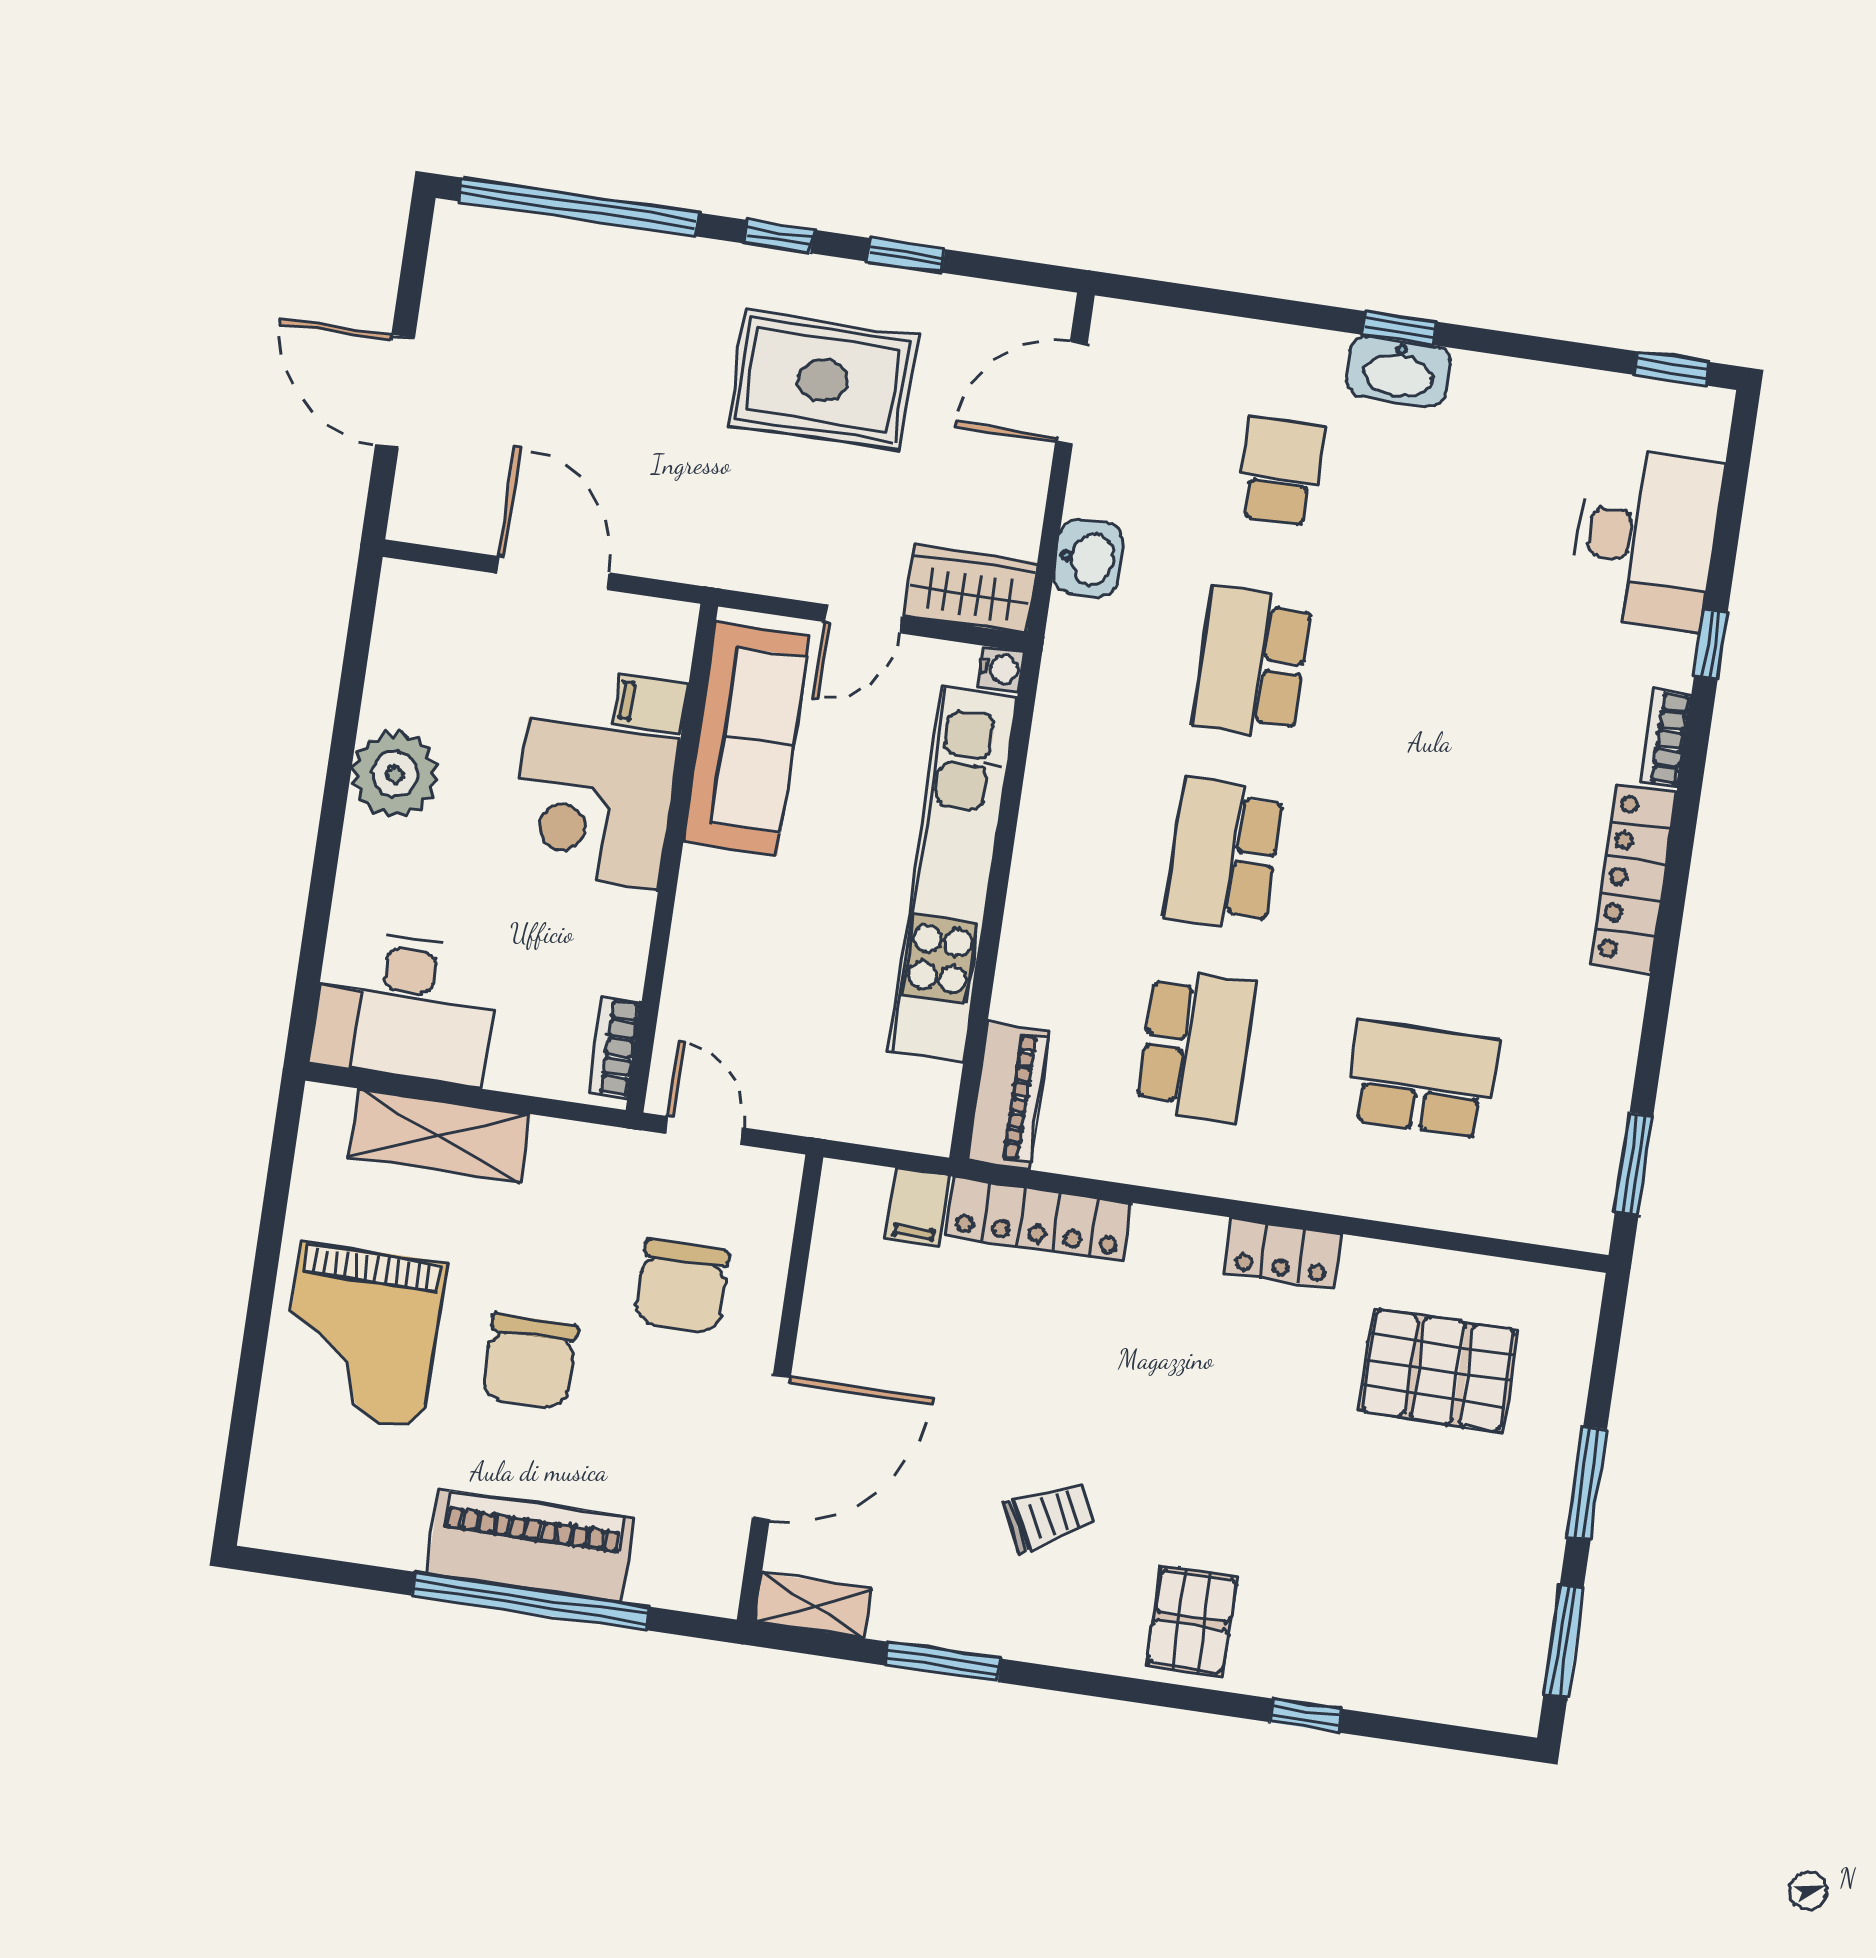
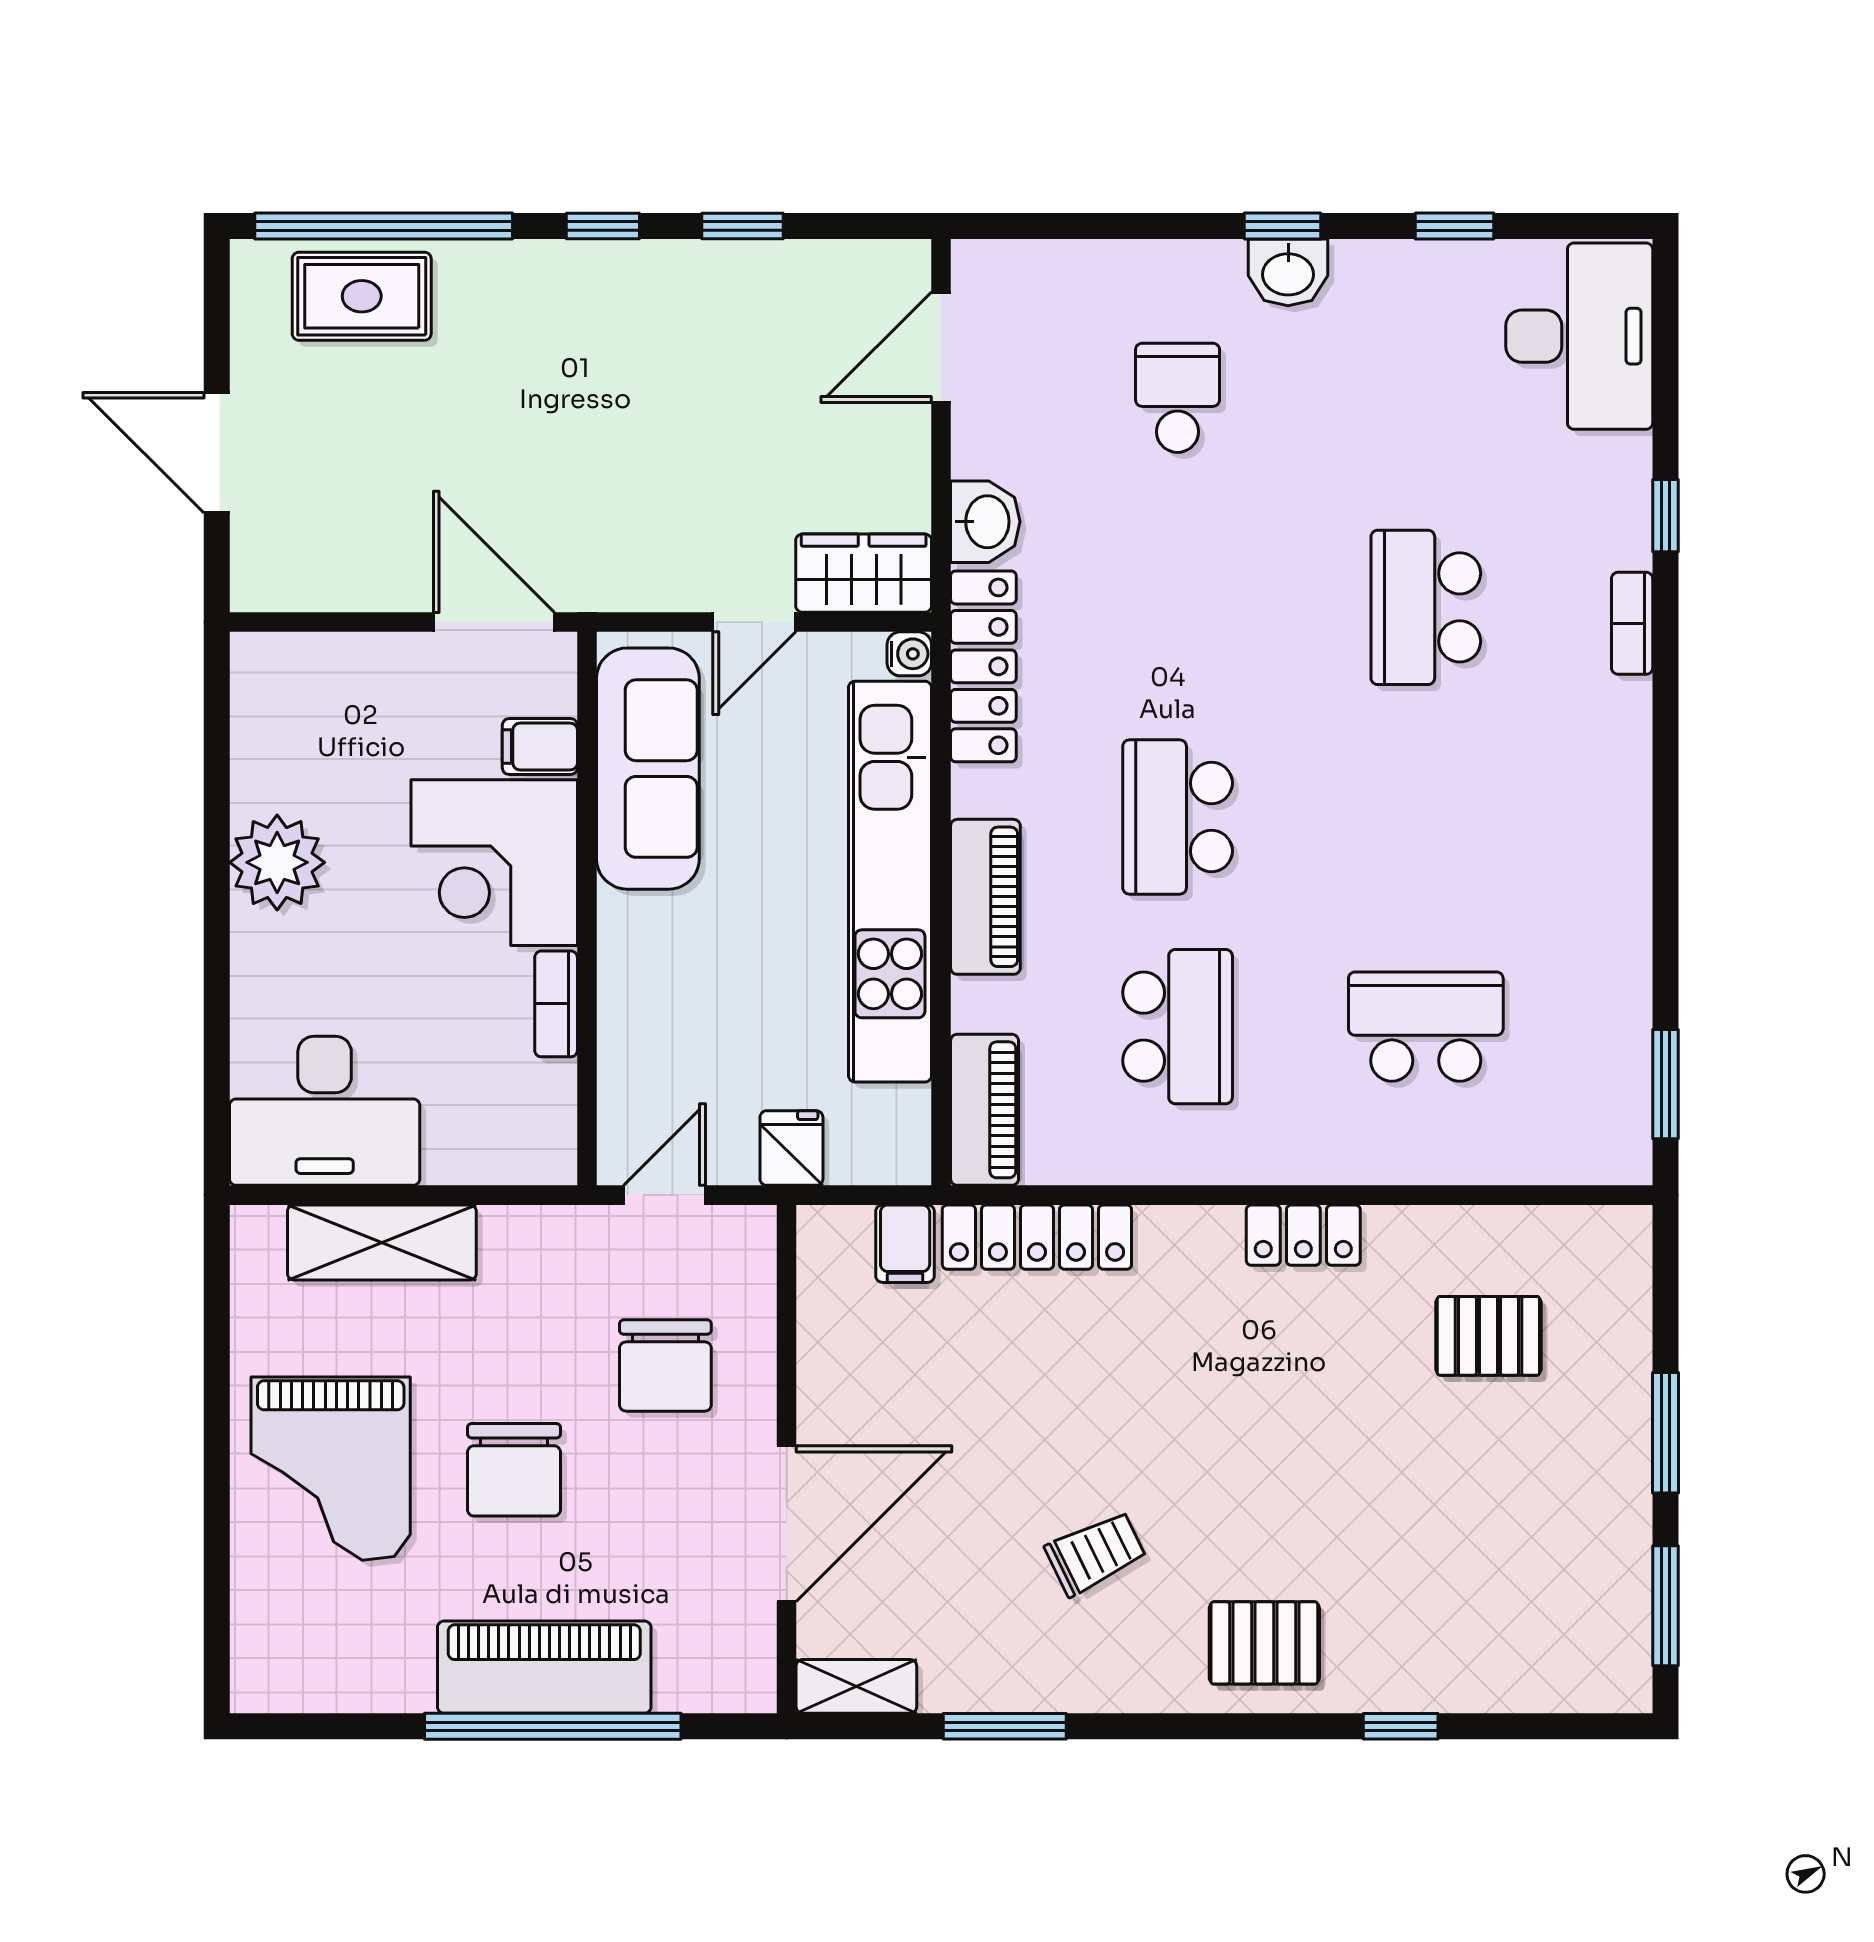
window: (1671, 368) -> (1455, 226), moved
washbasin: (1399, 371) -> (1288, 272), width x0.72
rug: (823, 380) -> (362, 296), moved, width x0.73, depth x0.70
desk: (1646, 538) -> (1579, 336), moved
door: (553, 573) -> (494, 622), moved
school desk: (1252, 663) -> (1426, 607), moved
locker: (1634, 879) -> (983, 666), moved, turned 180
piano: (1038, 901) -> (985, 897), added
bookcase: (615, 1047) -> (556, 1004), moved
fridge: (826, 1105) -> (791, 1148), added
door: (704, 1131) -> (664, 1195), hinge flipped
pallet: (1438, 1370) -> (1488, 1336), width x0.67, depth x0.71
pallet: (1192, 1621) -> (1264, 1643), turned 90

